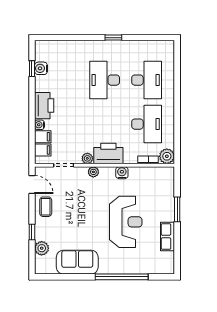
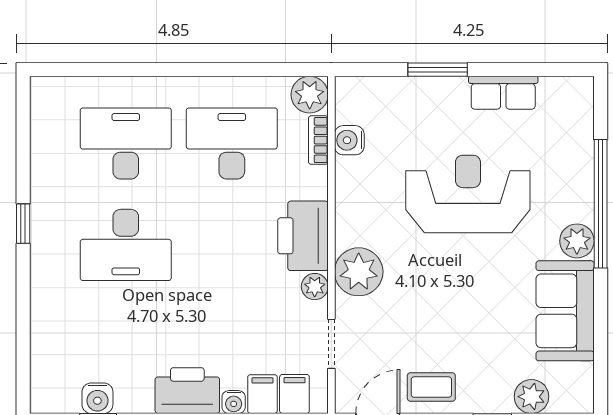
plant: (93, 172) -> (359, 272), width x1.88, depth x1.88
water cooler: (122, 173) -> (349, 140), moved
plant: (106, 267) -> (577, 241), added

